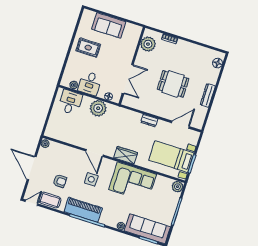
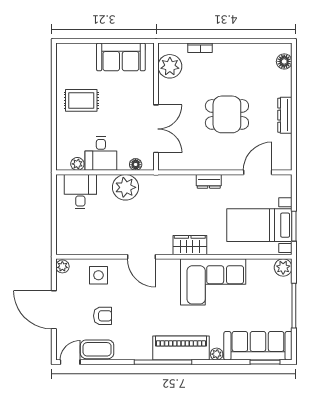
sofa: (109, 25) -> (121, 57), moved
side table: (91, 179) -> (98, 275), moved
piano: (83, 210) -> (181, 348), moved

